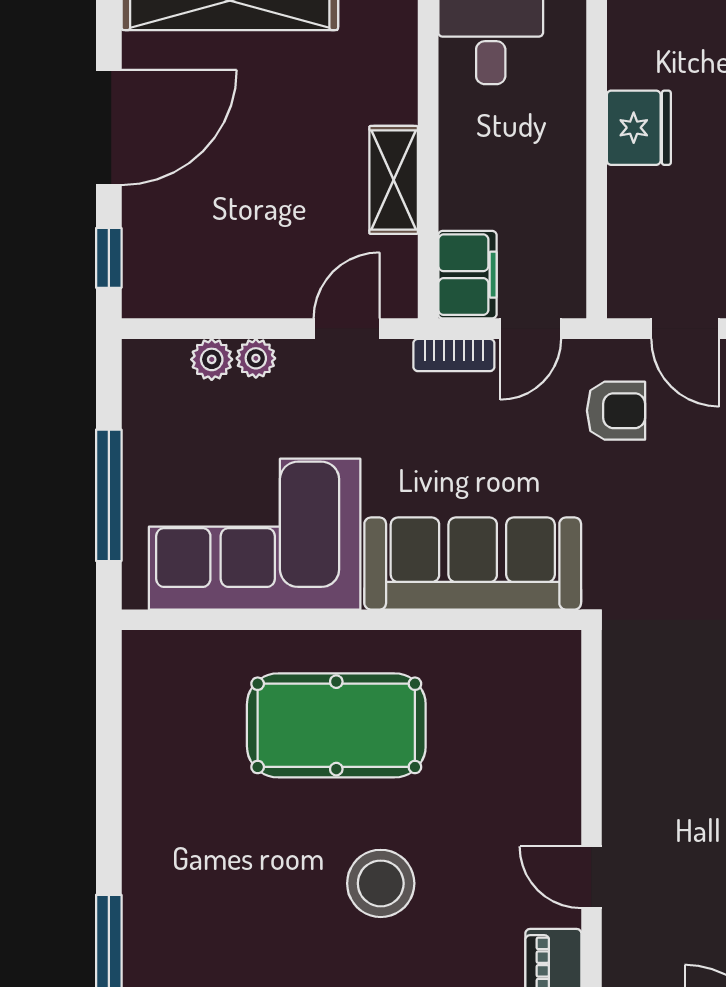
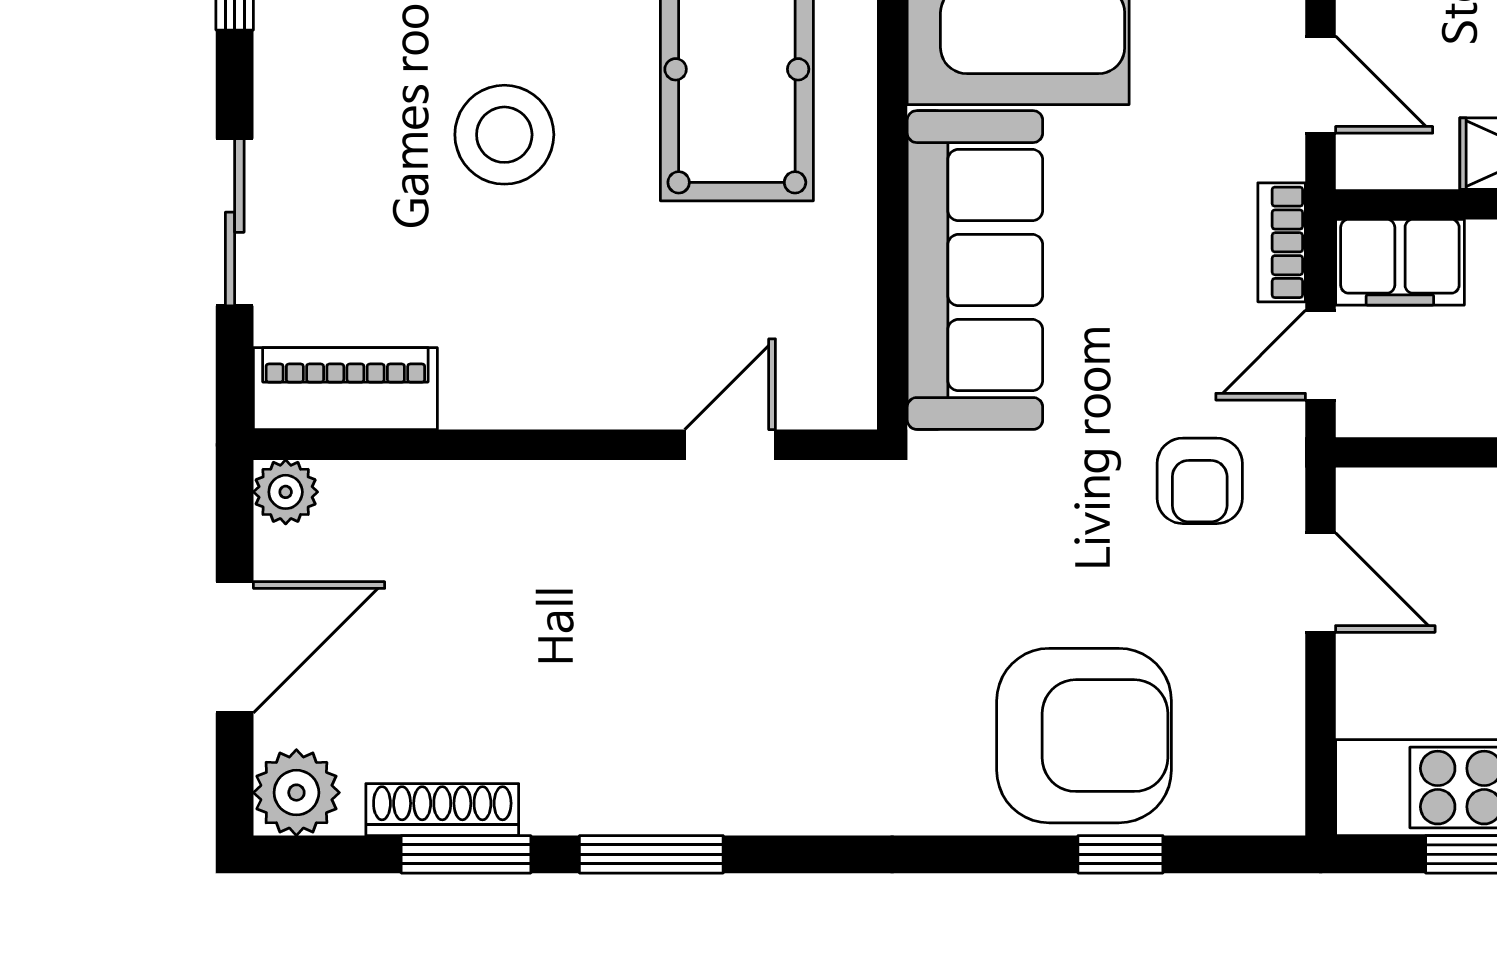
door: (531, 329) -> (1321, 355), hinge flipped
door: (685, 329) -> (1321, 583), swing flipped
door: (591, 877) -> (730, 445), moved

